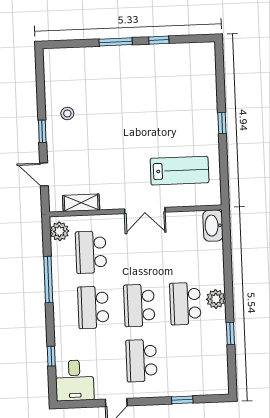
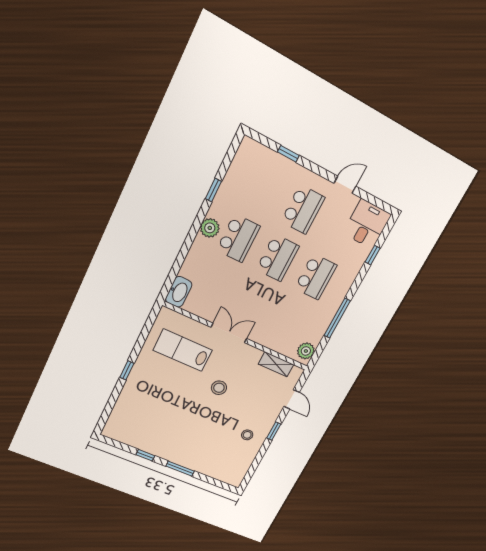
stool: (124, 150) -> (219, 388), added
school desk: (91, 252) -> (291, 322), removed

